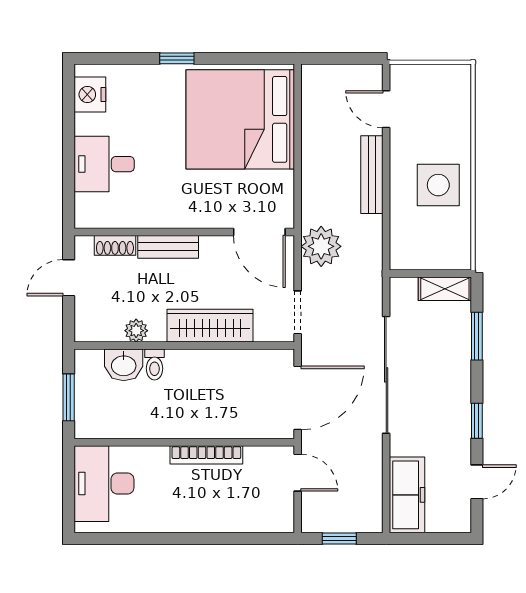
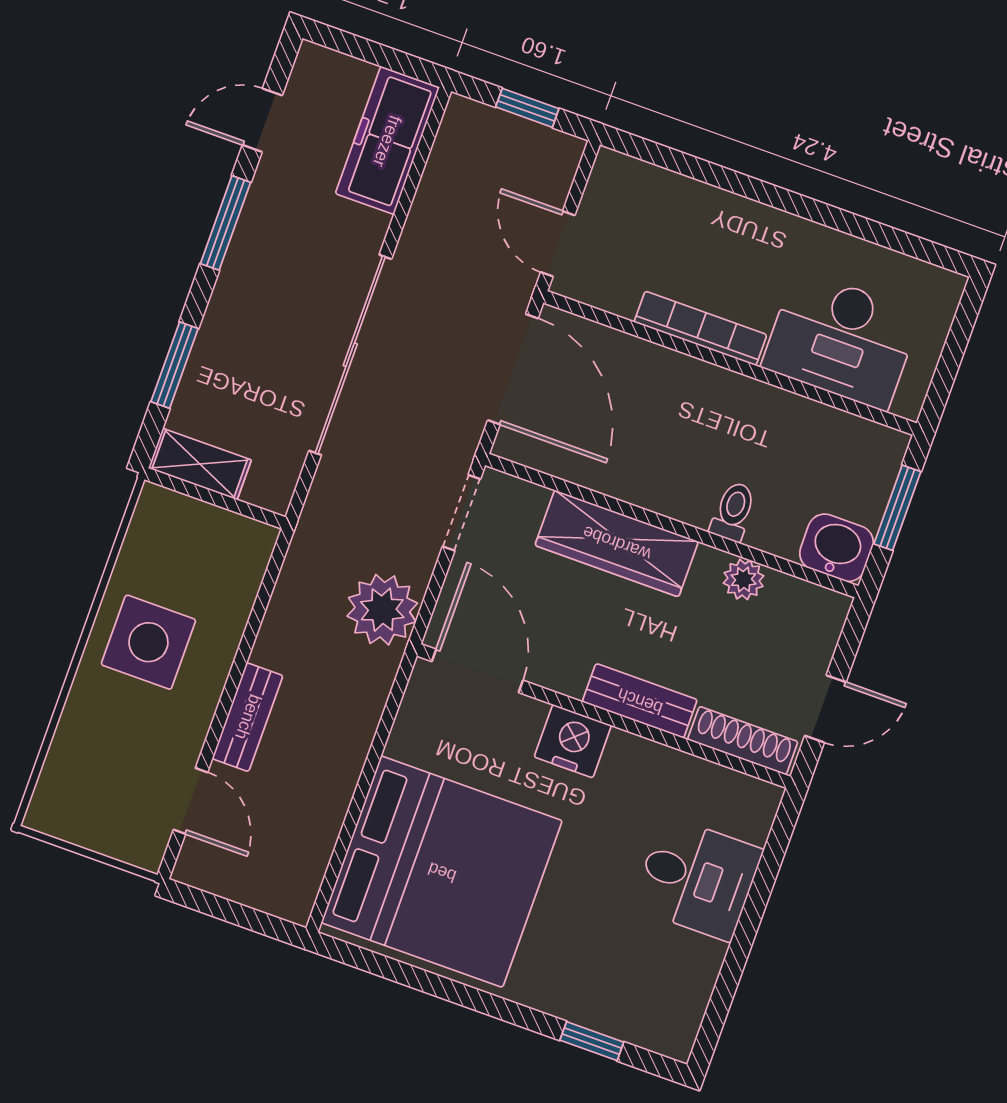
window: (177, 58) -> (592, 1041), moved
nightstand: (90, 94) -> (573, 741), moved, turned -90
bench: (372, 175) -> (248, 717), width x0.73
shoe rack: (115, 245) -> (743, 741), width x1.43
washbasin: (124, 365) -> (837, 548), moved
door: (298, 398) -> (513, 369), swing flipped
window: (477, 421) -> (225, 223), width x1.50
desk: (104, 484) -> (841, 340), moved, turned 90

